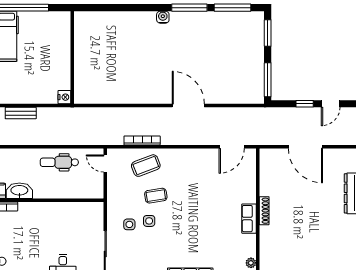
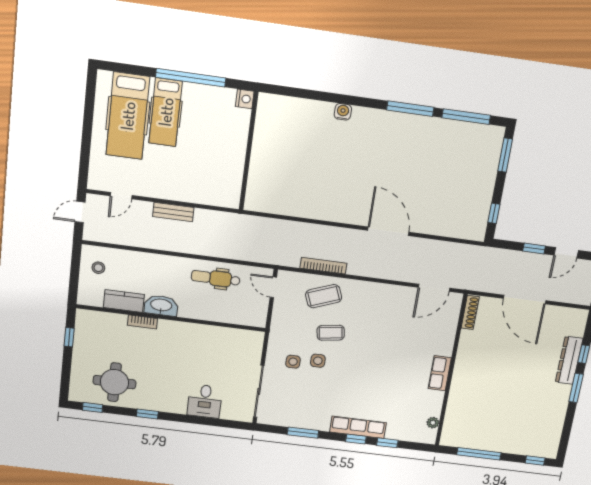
water cooler: (163, 17) -> (343, 112), moved
window: (268, 80) -> (494, 213), width x0.46
nightstand: (64, 97) -> (245, 99), moved
shoe rack: (264, 211) -> (470, 313), moved

